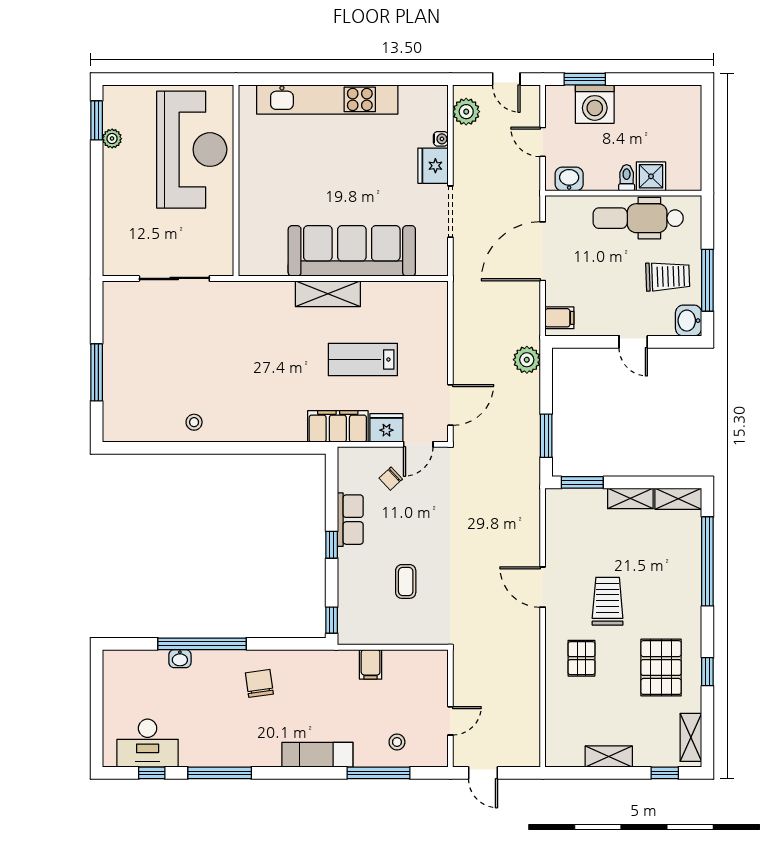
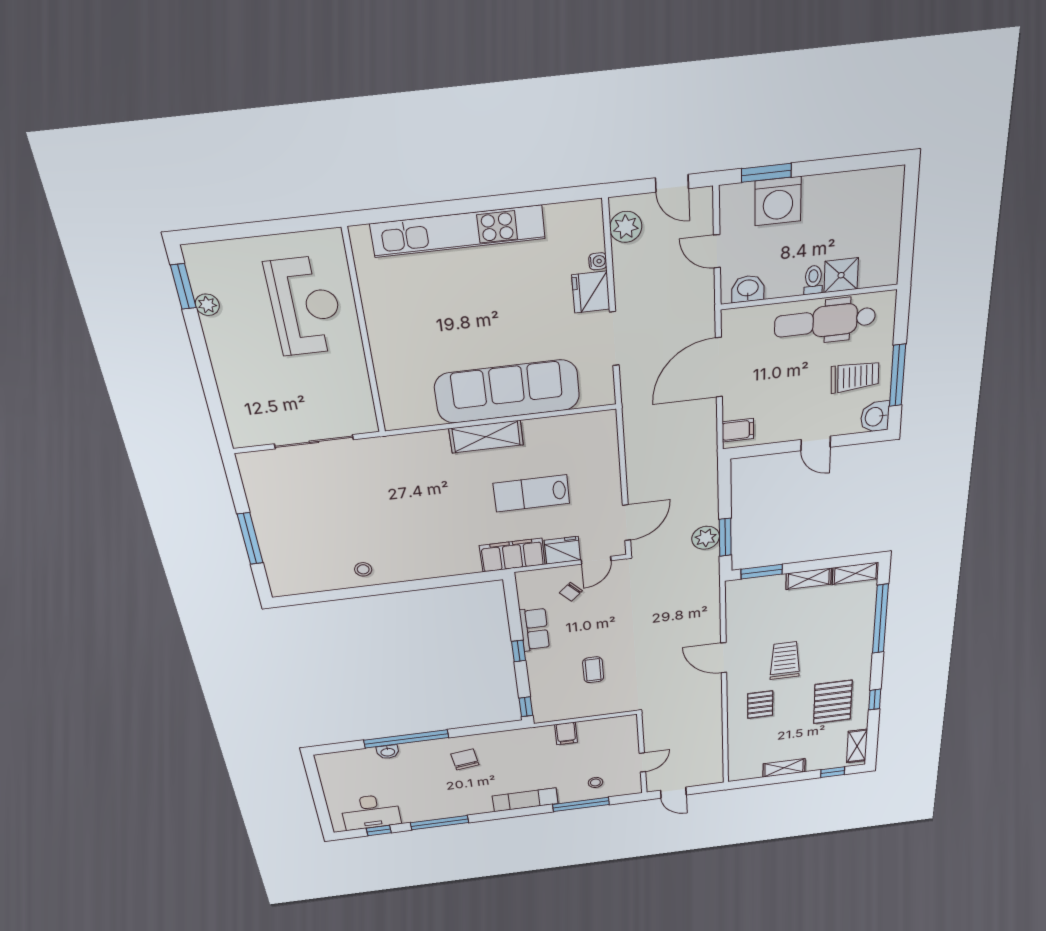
reception desk: (192, 150) -> (305, 306), width x0.74, depth x0.77
plant: (527, 360) -> (706, 538), moved

